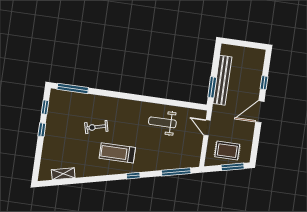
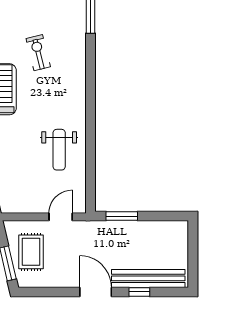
bench: (222, 80) -> (148, 278), moved
weight bench: (162, 122) -> (59, 150), turned 180

